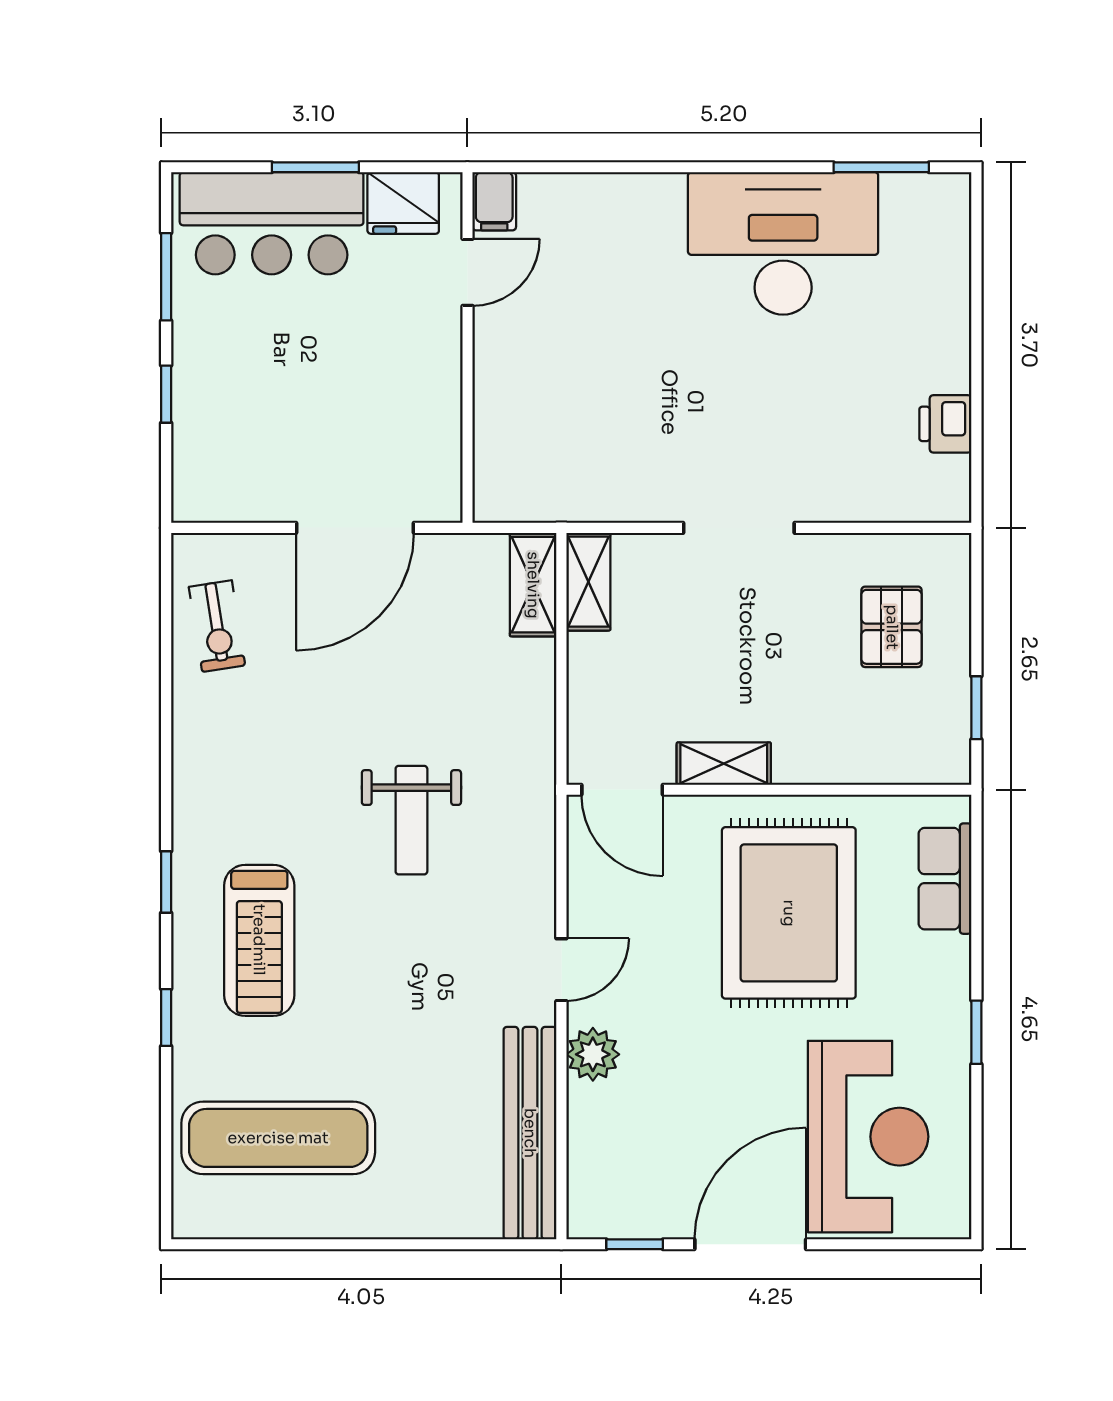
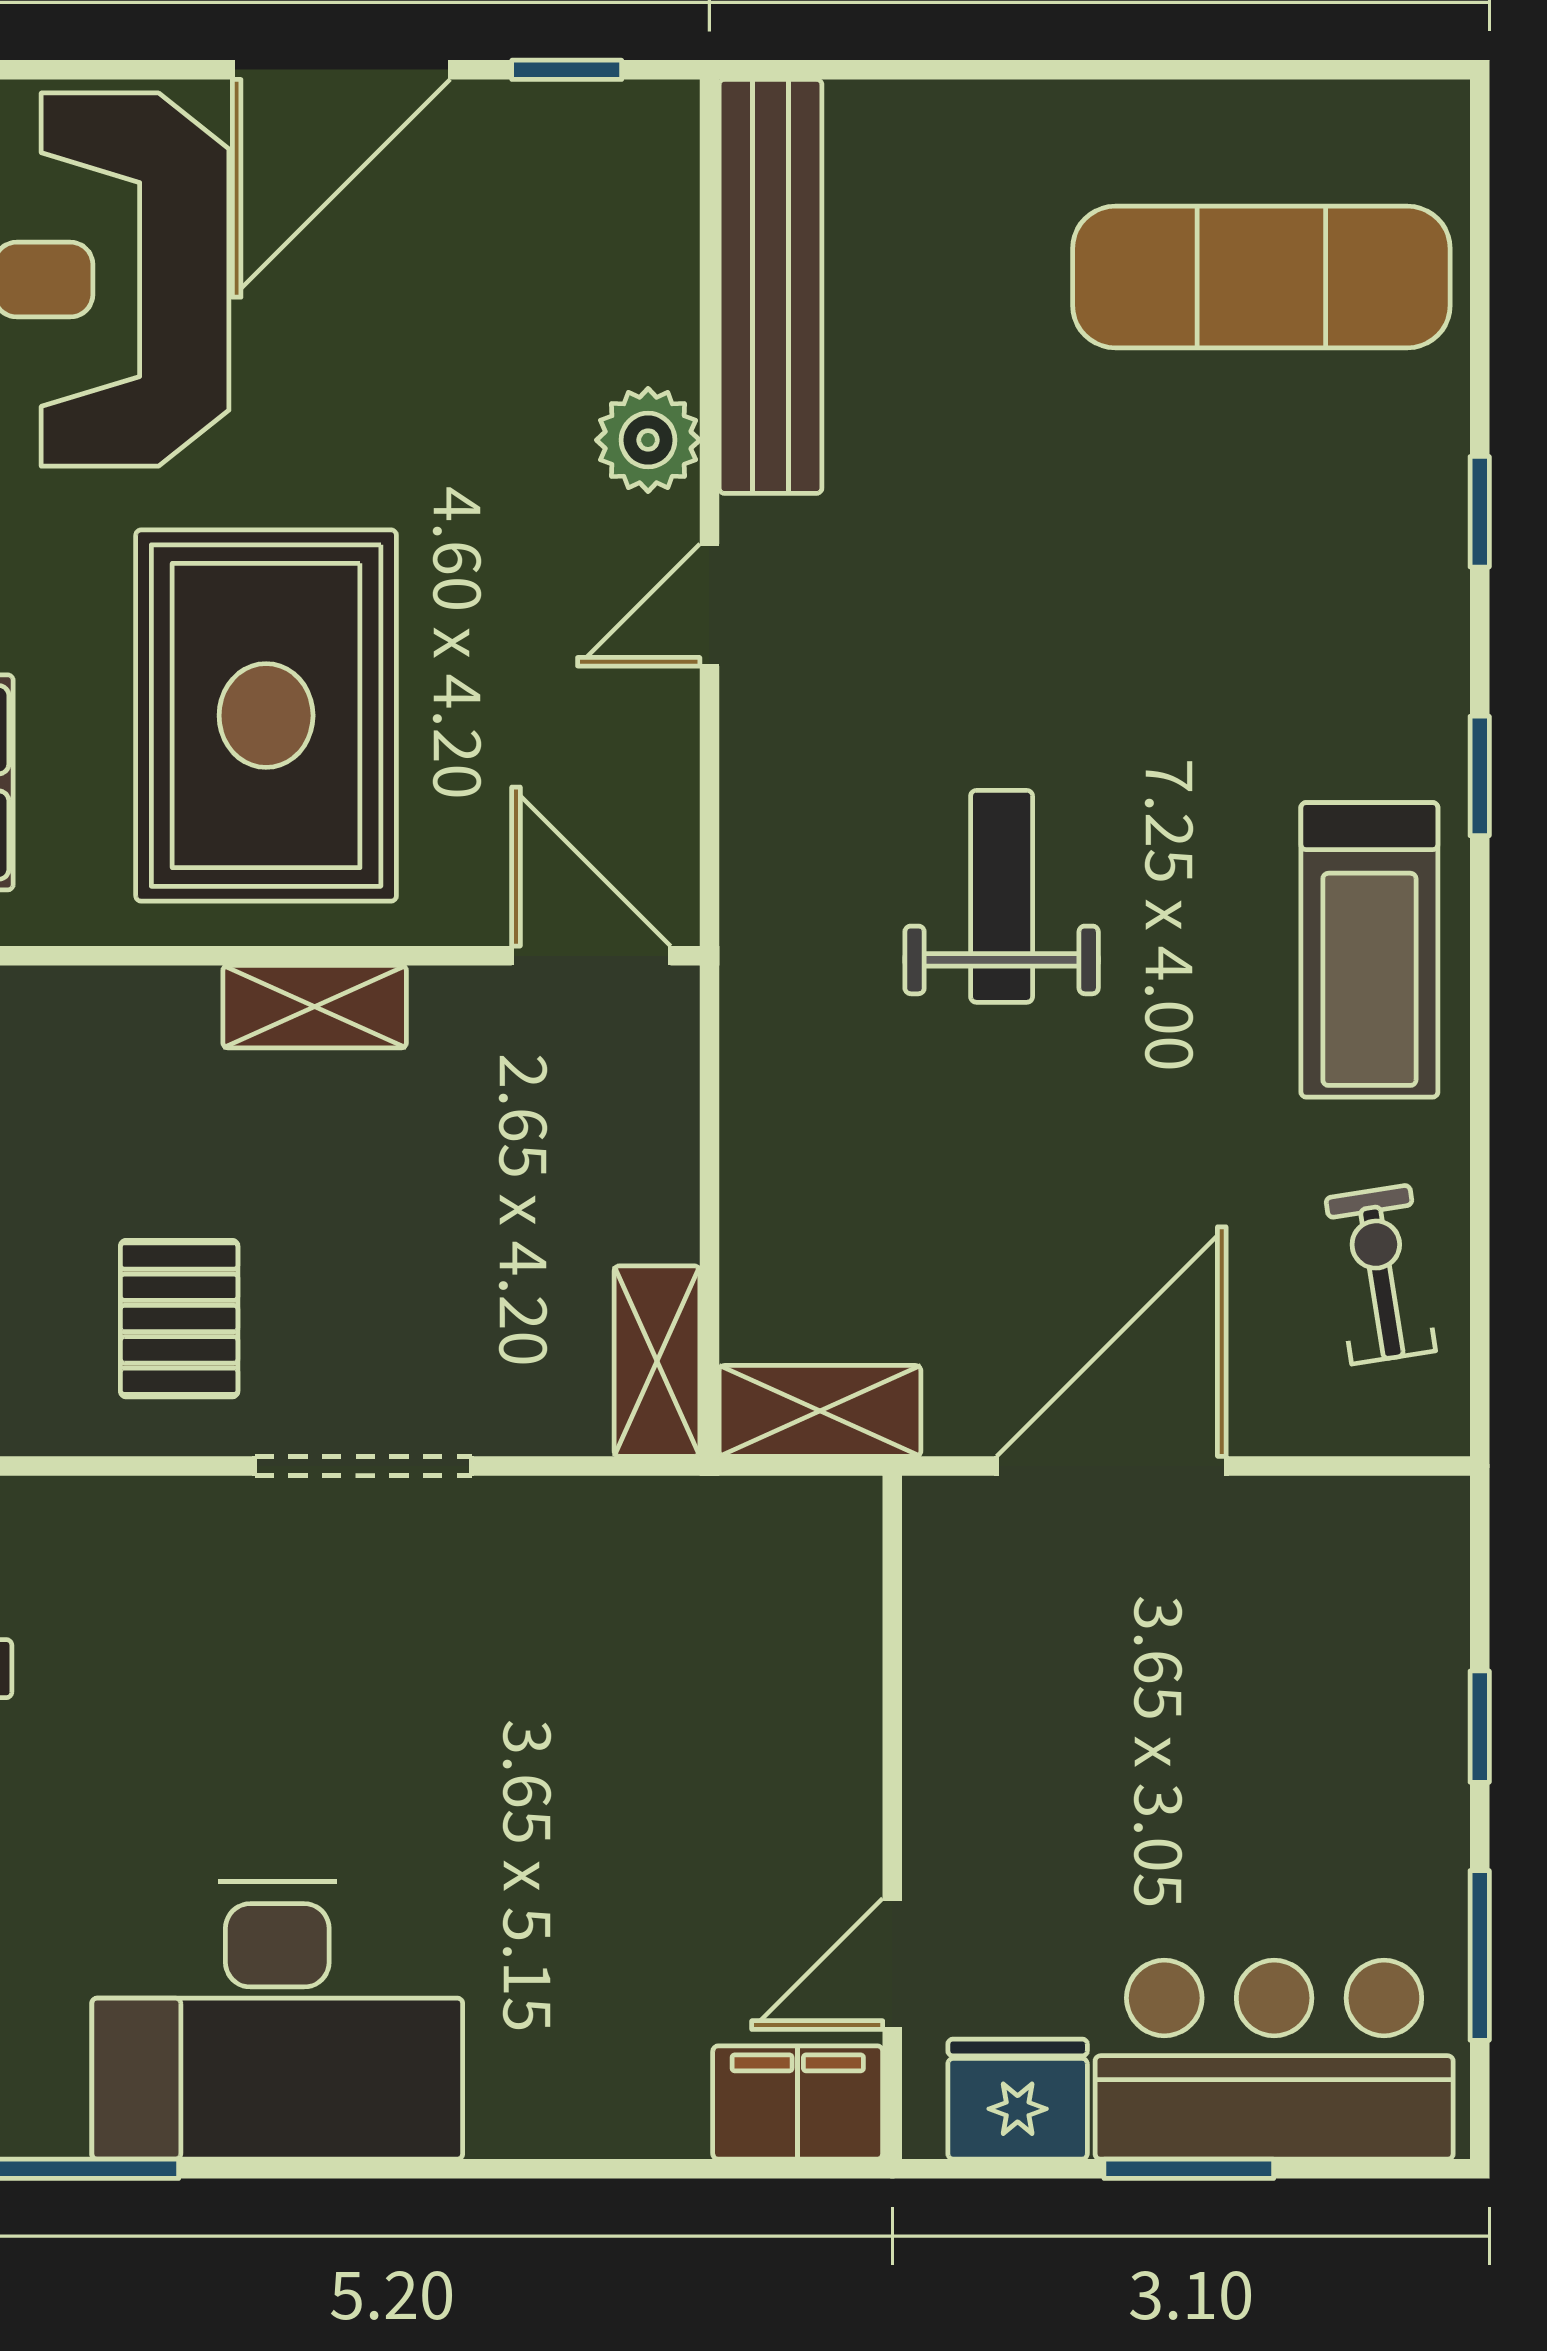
filing cabinet: (494, 201) -> (798, 2103), width x2.00
shelving: (533, 585) -> (820, 1411), moved, turned 90
pallet: (892, 627) -> (179, 1319), moved
shelving: (724, 764) -> (315, 1007), moved
treadmill: (259, 940) -> (1369, 950), moved, turned 180

